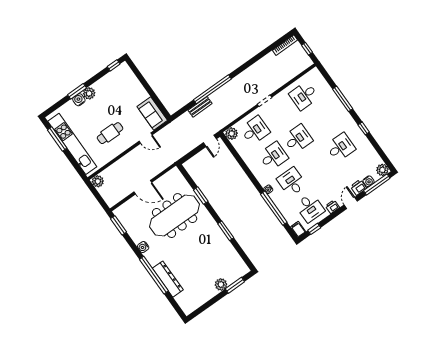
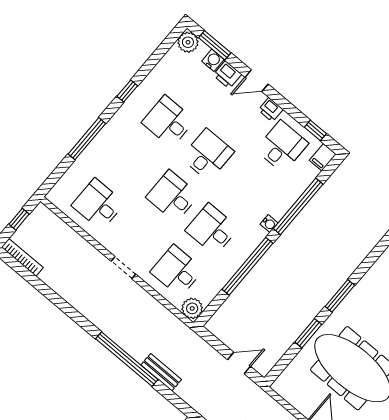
desk: (304, 96) -> (98, 204), turned 180
door: (210, 141) -> (239, 363), moved
window: (247, 171) -> (247, 266), added
desk: (292, 182) -> (208, 155), moved, turned 180
window: (377, 184) -> (215, 45), width x0.69
window: (226, 231) -> (340, 296), moved

